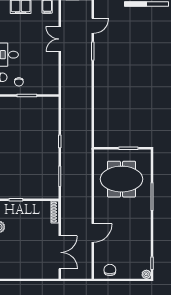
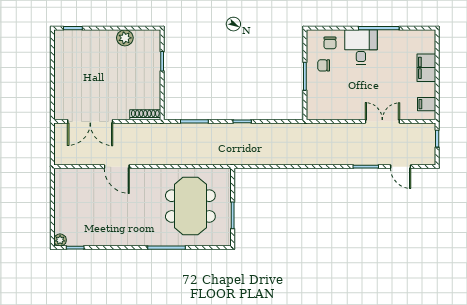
chair: (110, 270) -> (66, 190), removed

